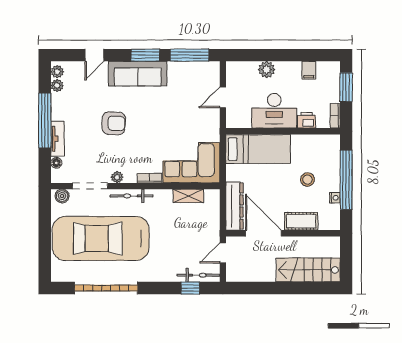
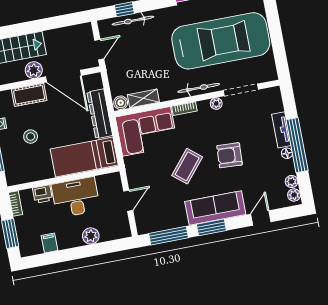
coffee table: (158, 120) -> (187, 166), added
floor lamp: (56, 163) -> (287, 153), moved
boiler: (62, 196) -> (121, 103), moved
dresser: (234, 206) -> (100, 114), moved
plant: (292, 245) -> (34, 70), added
bicycle: (198, 275) -> (133, 21), moved

